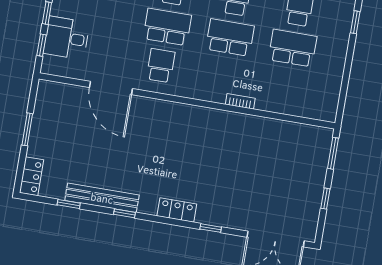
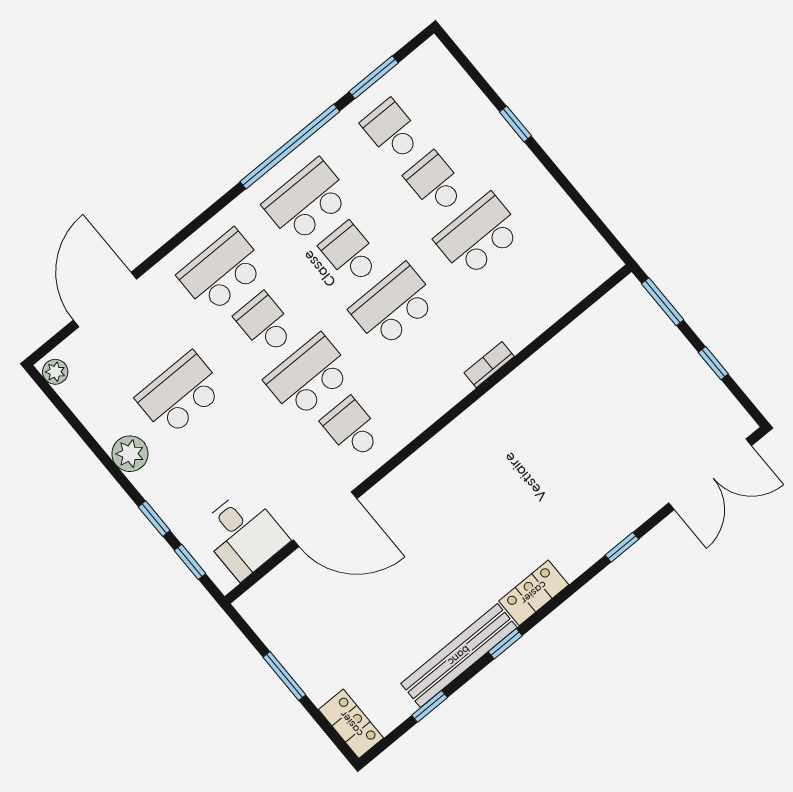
desk: (66, 38) -> (243, 534), moved, turned -90
locker: (177, 210) -> (534, 593), moved

